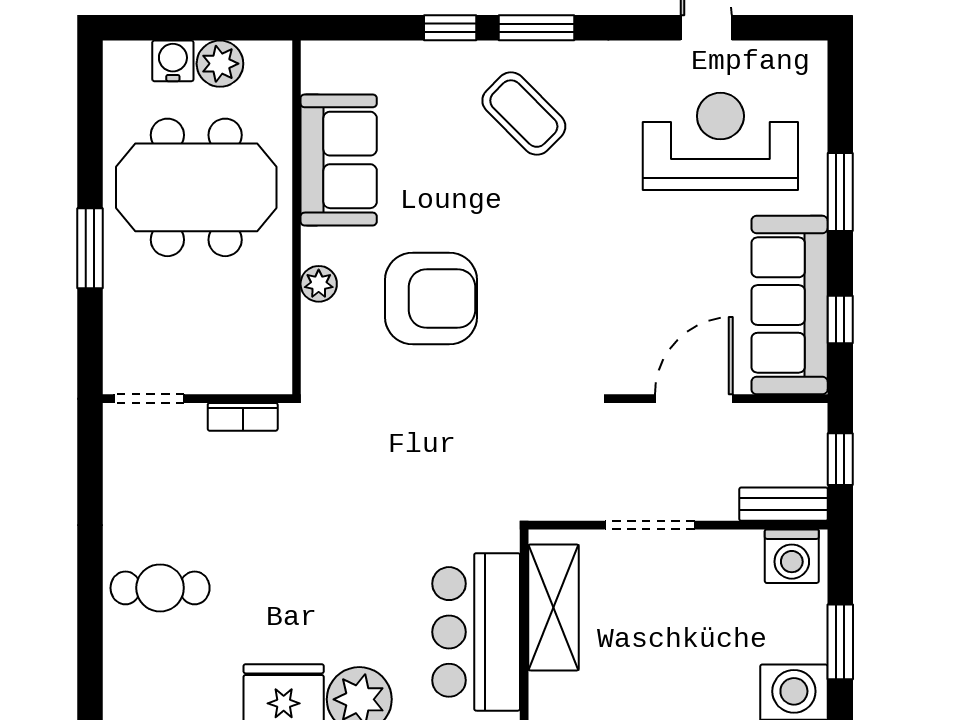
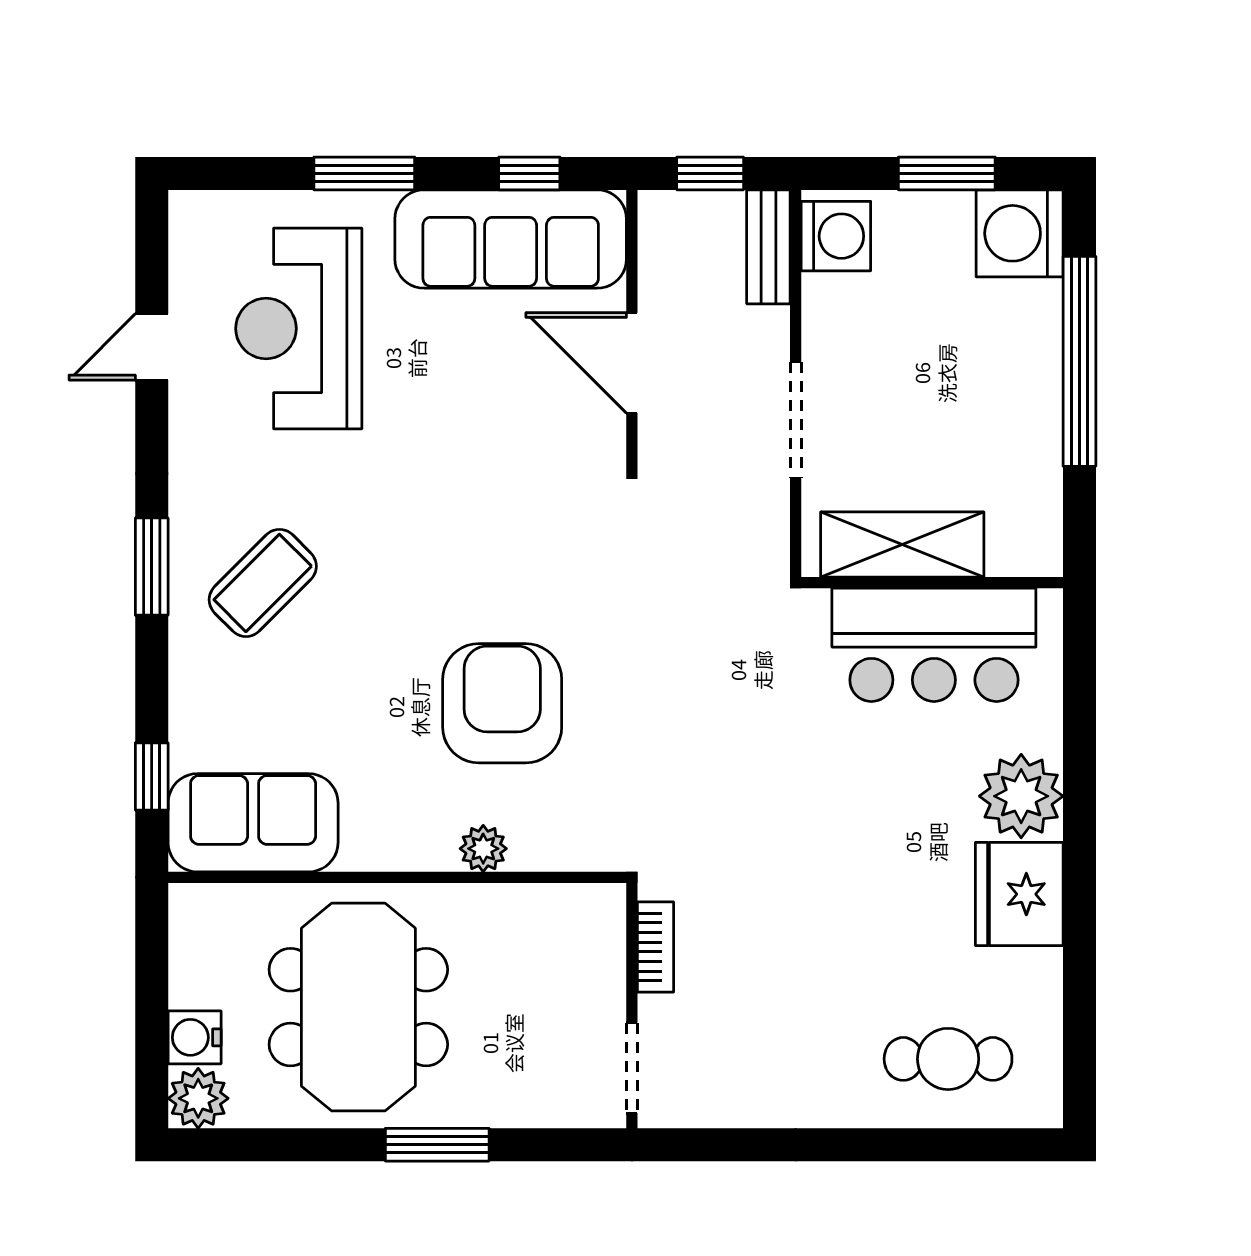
window: (450, 28) -> (152, 776), moved
plant: (220, 64) -> (198, 1098), moved
sofa: (339, 160) -> (253, 823), moved
cafe table: (160, 588) -> (948, 1059), moved, turned 90

